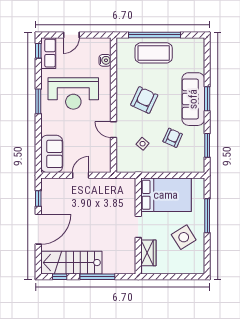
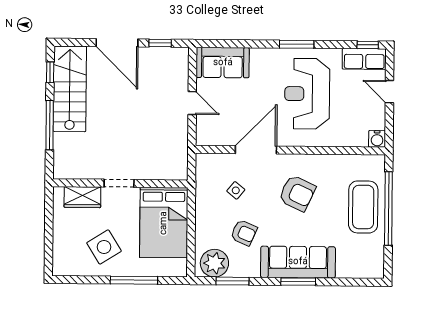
water cooler: (105, 60) -> (377, 139), moved
door: (114, 130) -> (256, 150), width x1.87
plant: (195, 158) -> (214, 263), added

